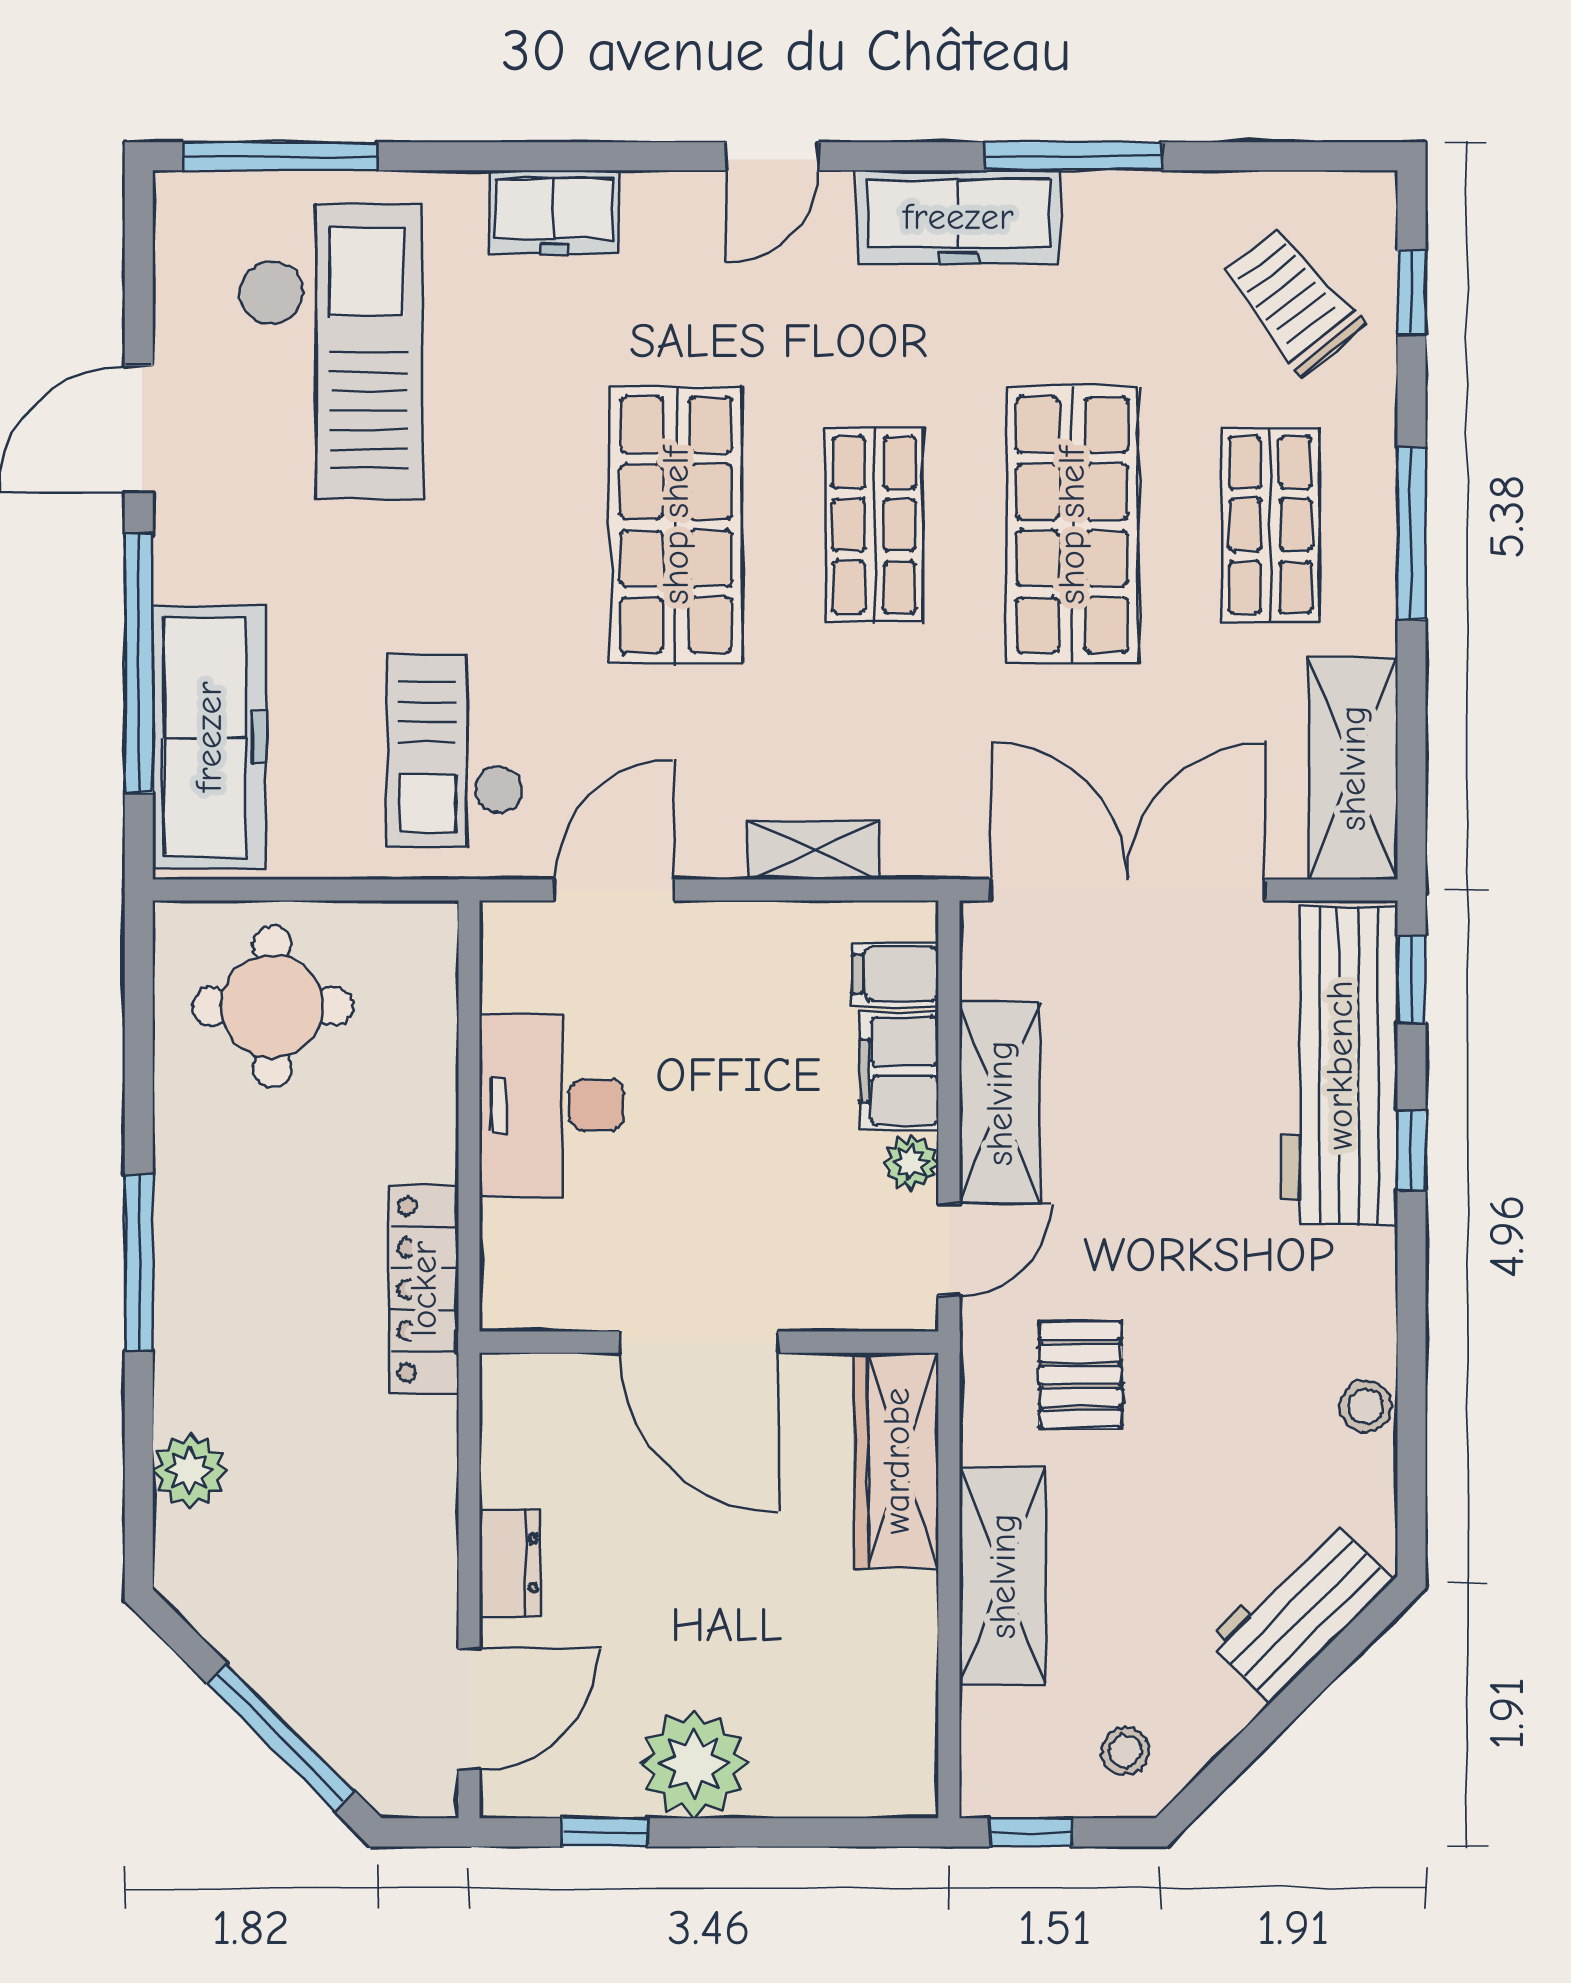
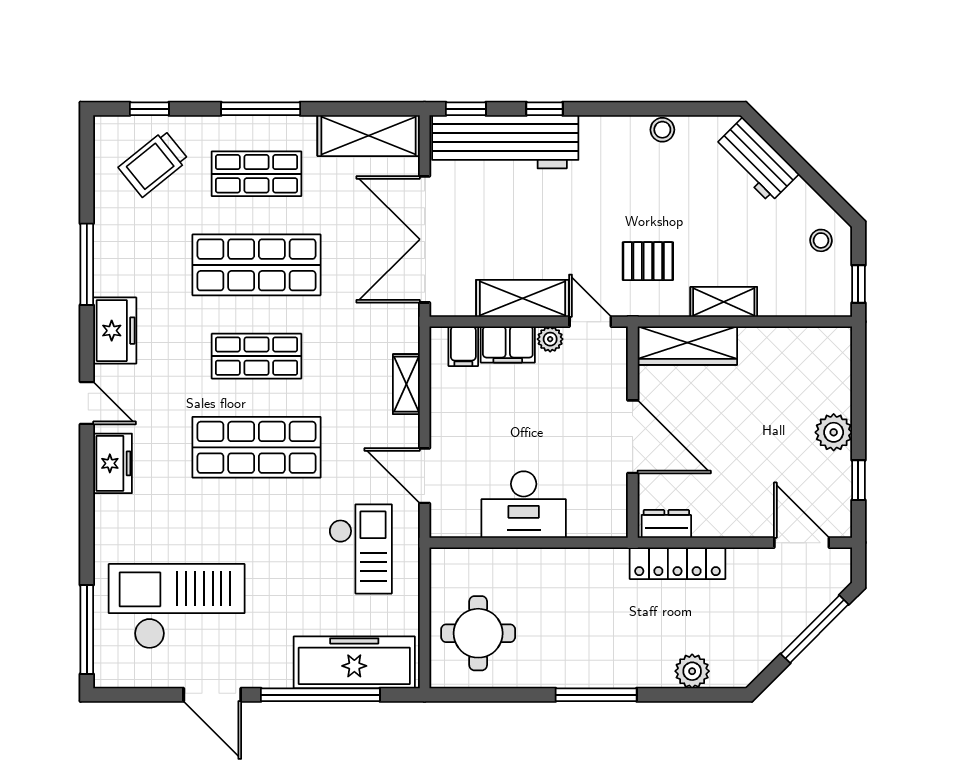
freezer: (554, 212) -> (113, 463), moved
freezer: (958, 217) -> (115, 331), width x0.71
checkout: (455, 751) -> (360, 549), turned -90
locker: (424, 1289) -> (677, 563), moved
door: (699, 1342) -> (633, 437), hinge flipped
dresser: (510, 1563) -> (666, 524), moved
shelving: (1003, 1576) -> (724, 302), width x0.67, depth x0.75
plant: (694, 1764) -> (834, 432), width x0.73, depth x0.73

